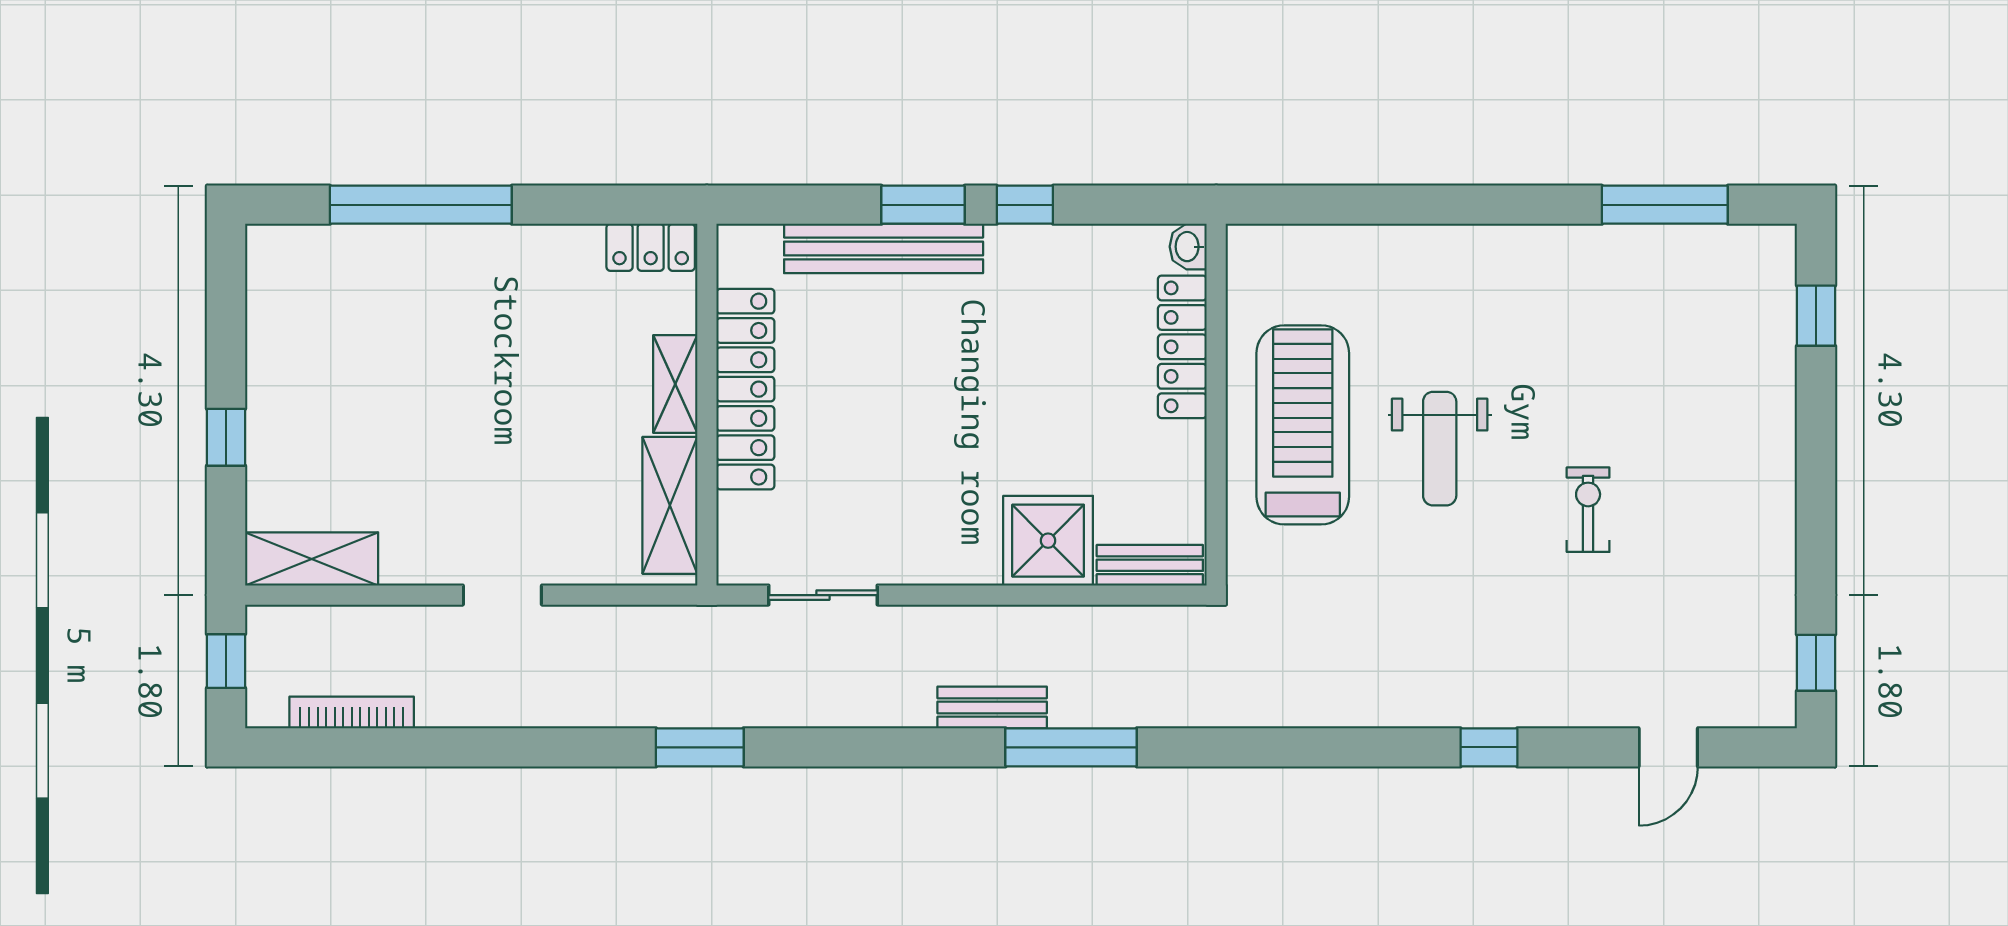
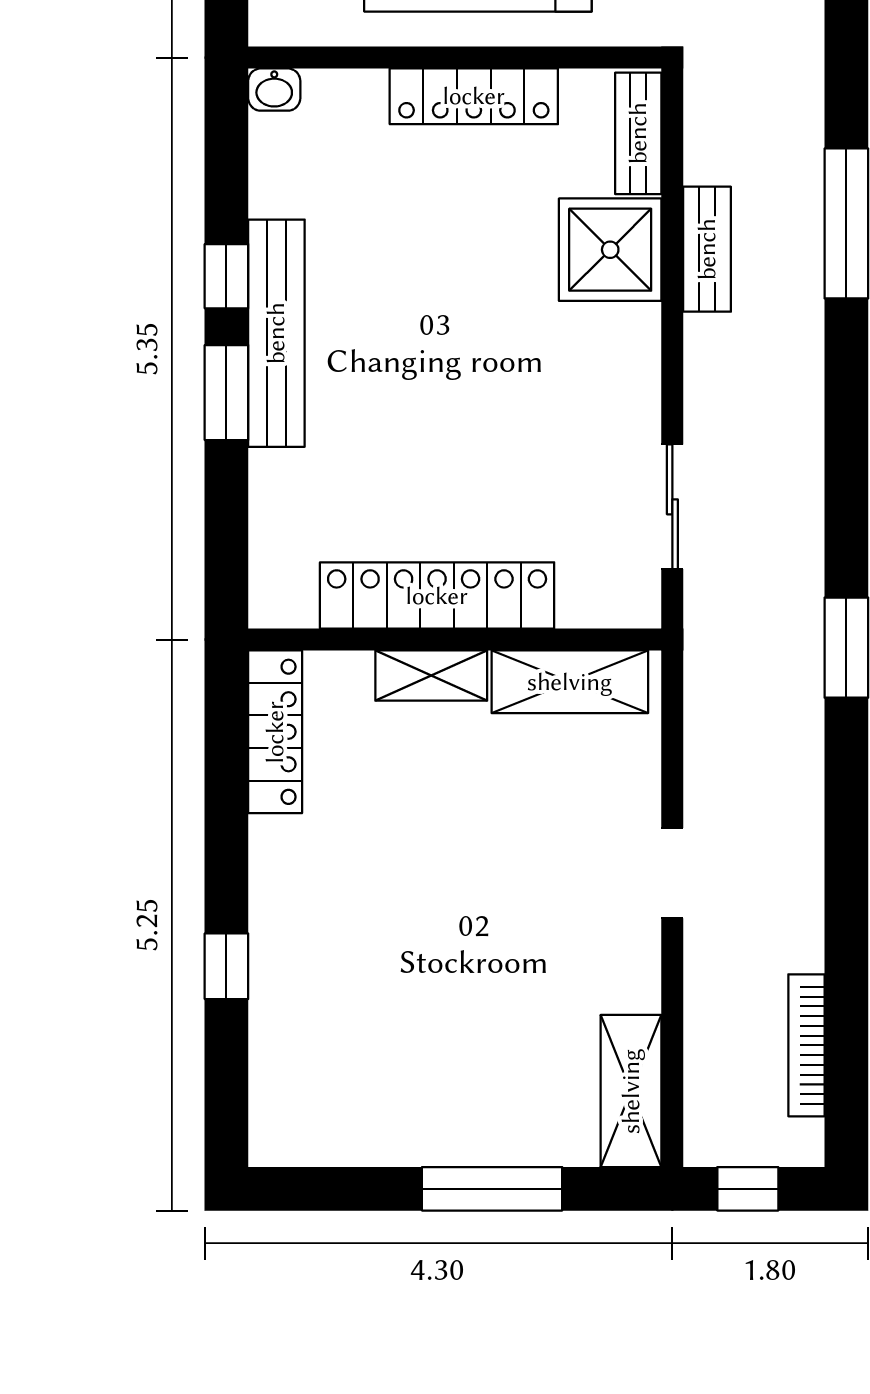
window: (421, 205) -> (226, 966), width x0.32
locker: (651, 247) -> (275, 732), width x1.53
bench: (884, 248) -> (276, 333), moved
locker: (1182, 347) -> (474, 96), moved
window: (226, 437) -> (492, 1189), width x2.17
bench: (992, 707) -> (707, 249), moved

